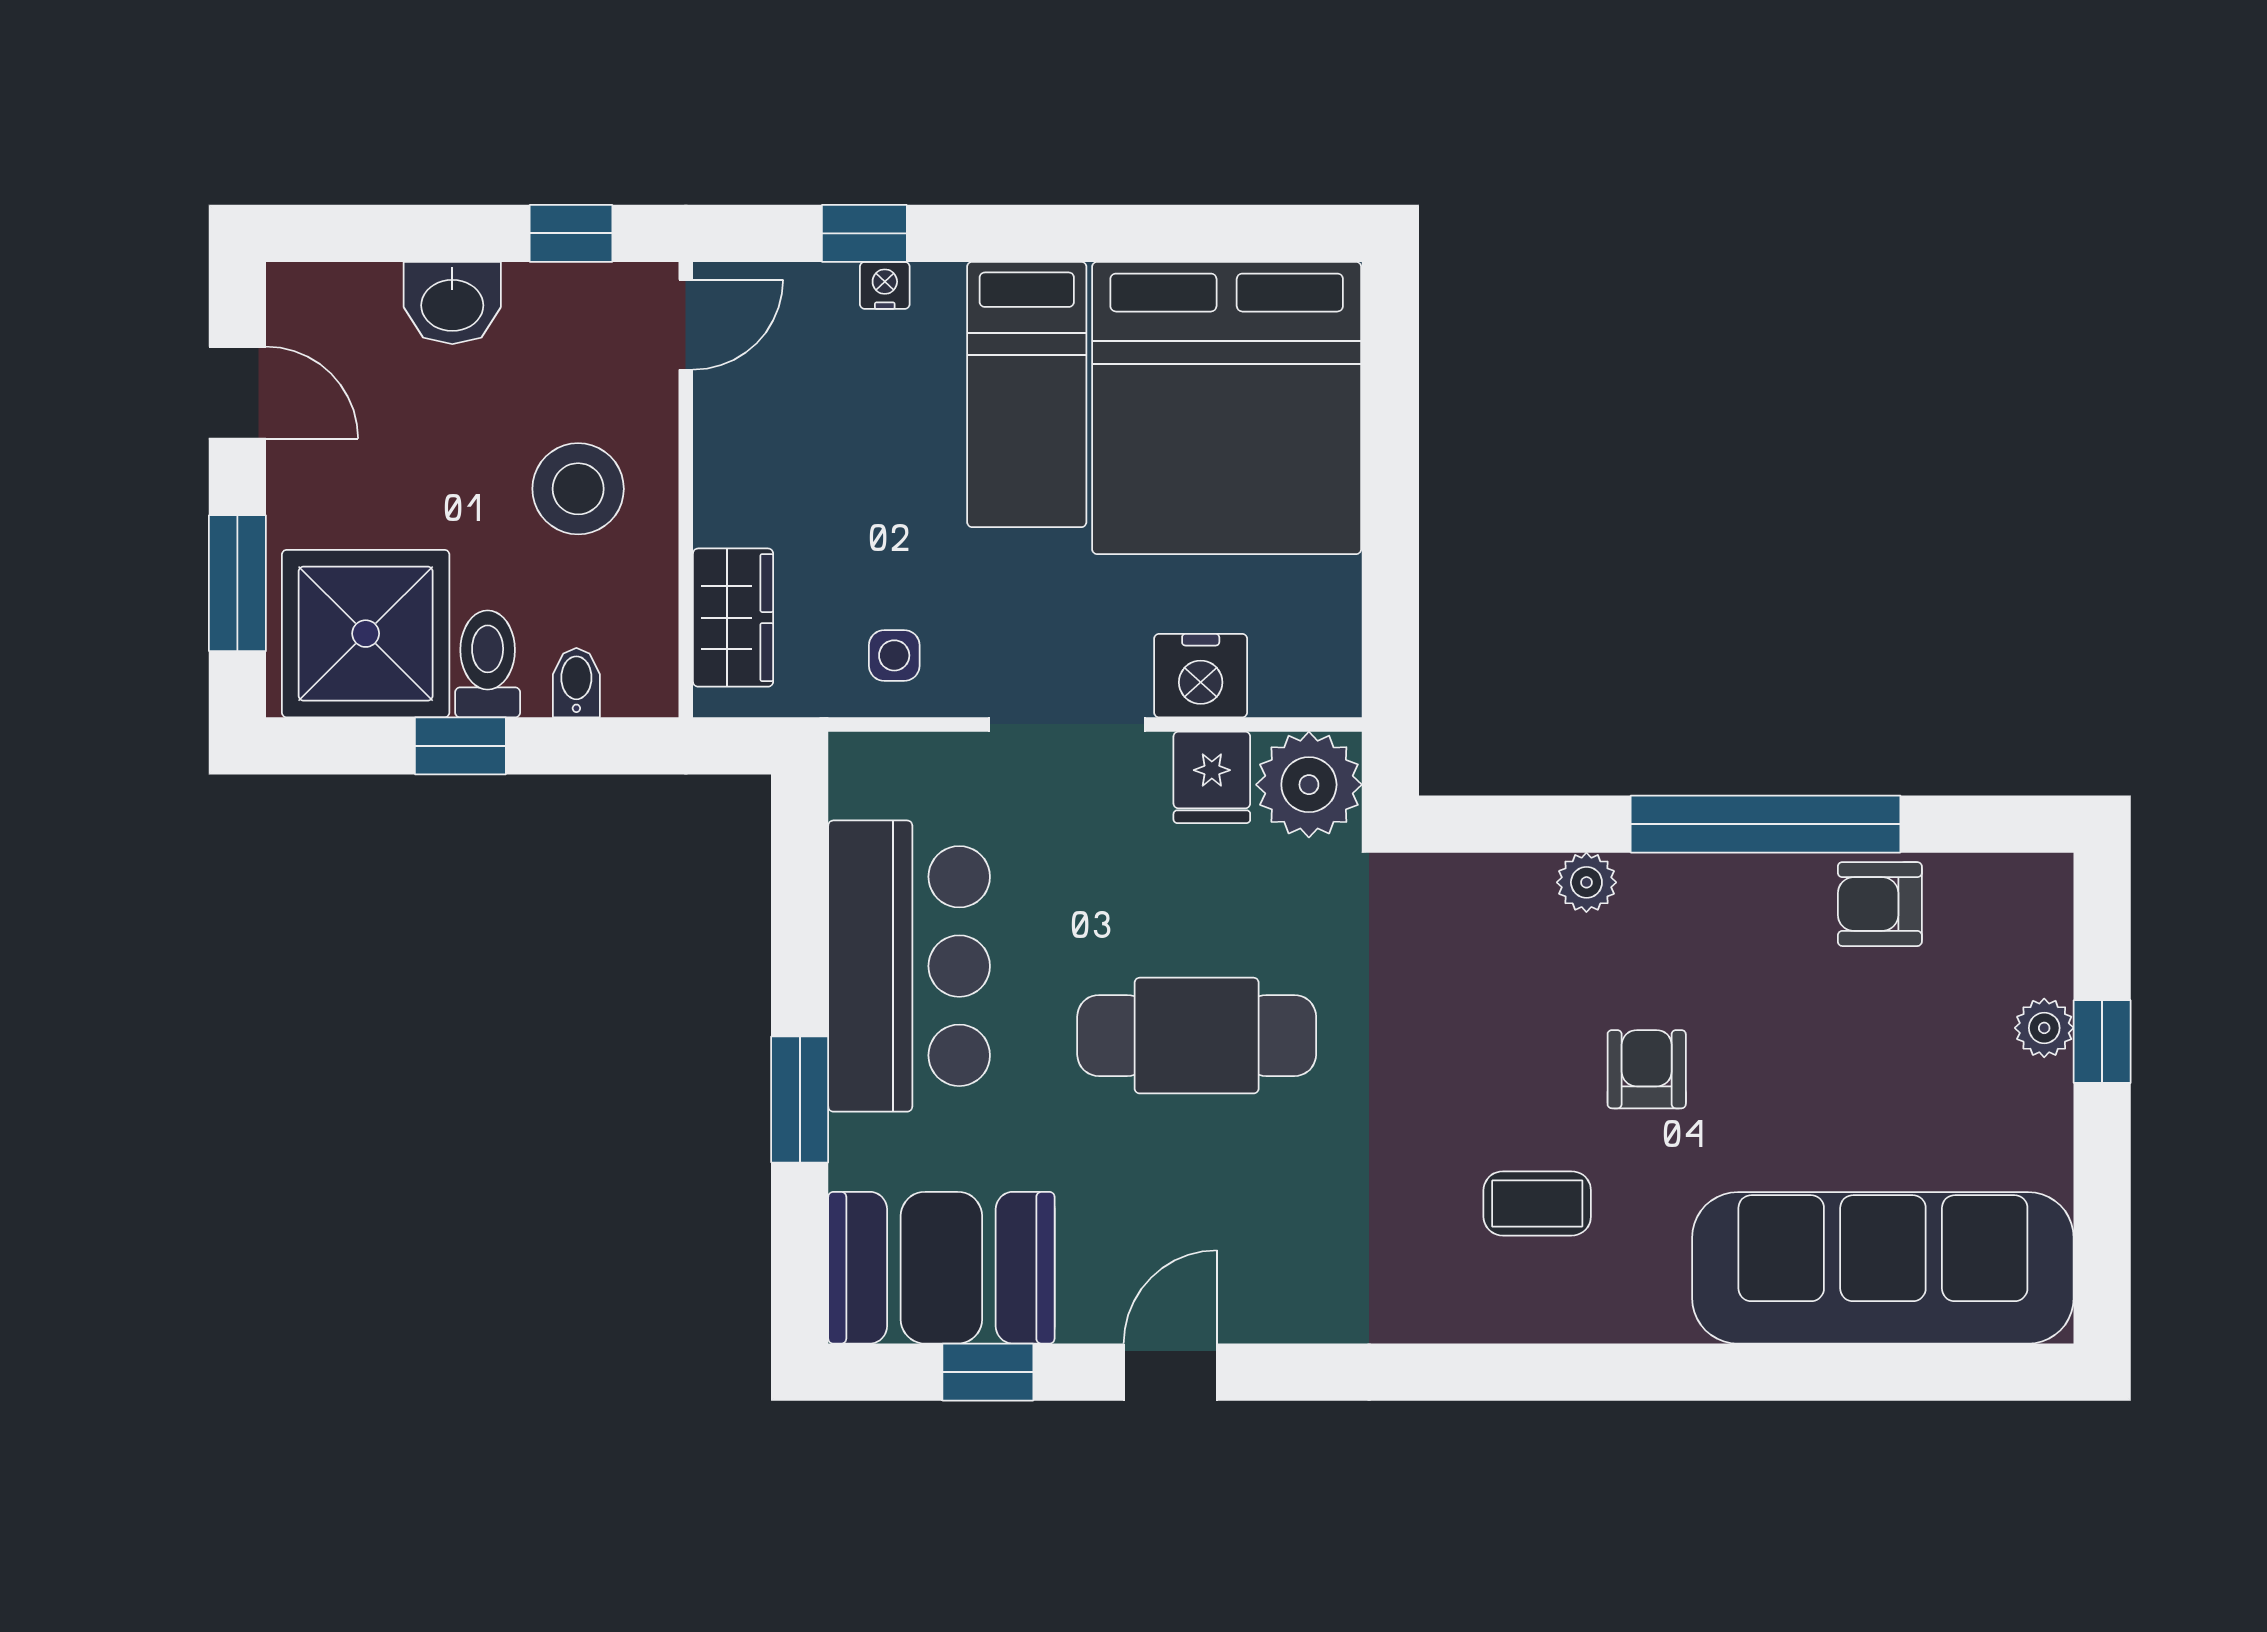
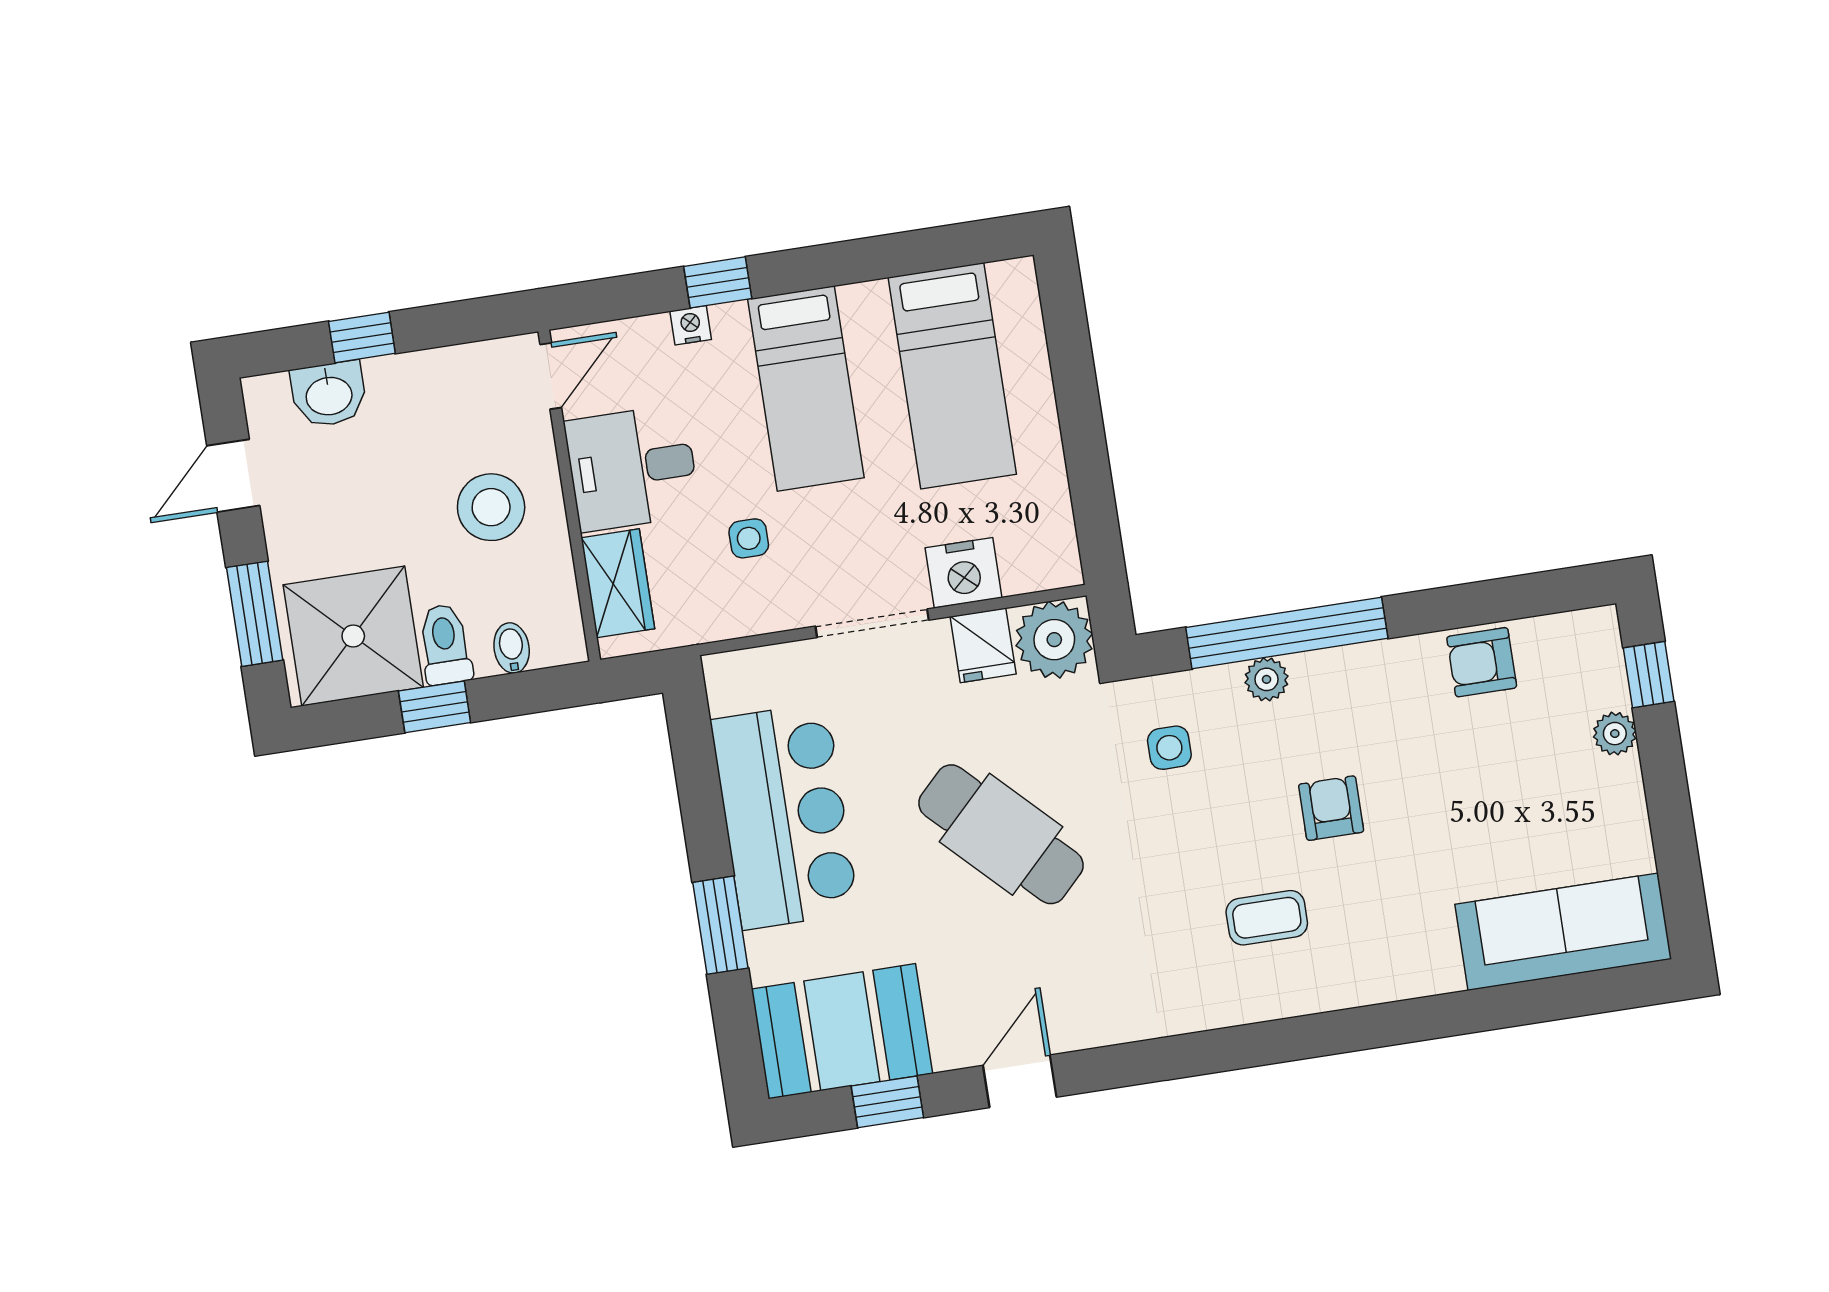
window: (571, 233) -> (362, 337), moved
window: (864, 233) -> (718, 282), moved
washbasin: (452, 303) -> (329, 394), moved
door: (237, 393) -> (233, 476), swing flipped
bed: (1227, 408) -> (952, 376), width x0.49
desk: (776, 465) -> (632, 468), added
side table: (894, 655) -> (749, 538), moved
window: (1766, 824) -> (1287, 633), moved
side table: (1441, 954) -> (1169, 748), added
cafe table: (1197, 1036) -> (1001, 834), turned 45
window: (2102, 1042) -> (1649, 675), moved
sofa: (1883, 1268) -> (1563, 932), width x0.74, depth x0.79

